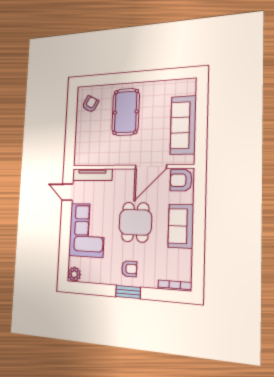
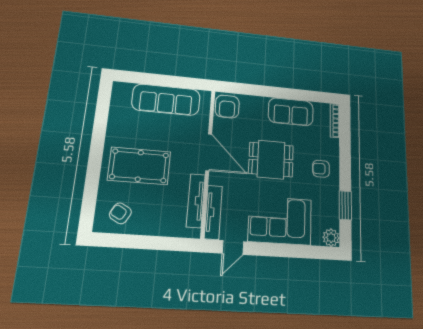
tv unit: (100, 160) -> (196, 201), added
door: (151, 167) -> (209, 152), moved
sofa: (181, 226) -> (291, 112), moved
armchair: (129, 269) -> (321, 169), turned -90
window: (128, 292) -> (345, 205), moved

